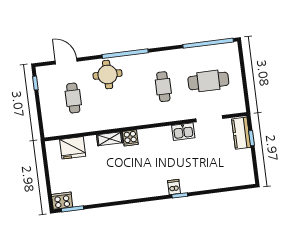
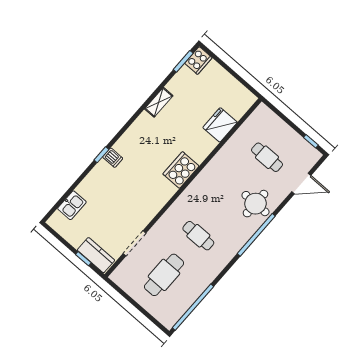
kitchen sink: (183, 132) -> (72, 205), moved, turned 180
cooker: (130, 138) -> (181, 170), width x1.87, depth x1.31
shelving: (110, 139) -> (159, 102), moved
fridge: (73, 148) -> (220, 125), moved

